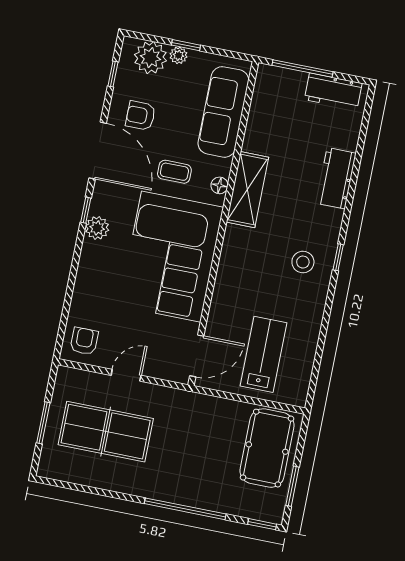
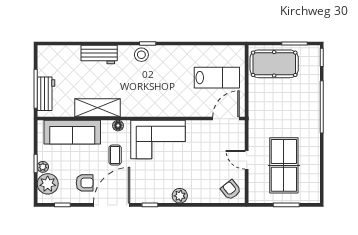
workbench: (333, 91) -> (46, 94), moved
armchair: (141, 116) -> (85, 183), turned -90
shelving: (247, 190) -> (97, 108), moved
plant: (97, 228) -> (180, 196), moved
corner sofa: (171, 257) -> (158, 140), width x0.73, depth x0.74
stool: (303, 262) -> (141, 55), moved
armchair: (84, 341) -> (231, 190), turned 51
lab bench: (263, 354) -> (217, 78), turned 180
door: (197, 356) -> (226, 119), hinge flipped

